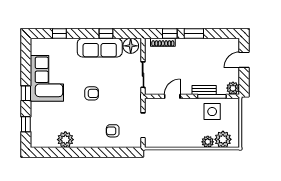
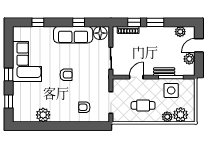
plant: (223, 44) -> (180, 32), added
plant: (233, 88) -> (189, 59), moved
cafe table: (180, 129) -> (143, 105), added

